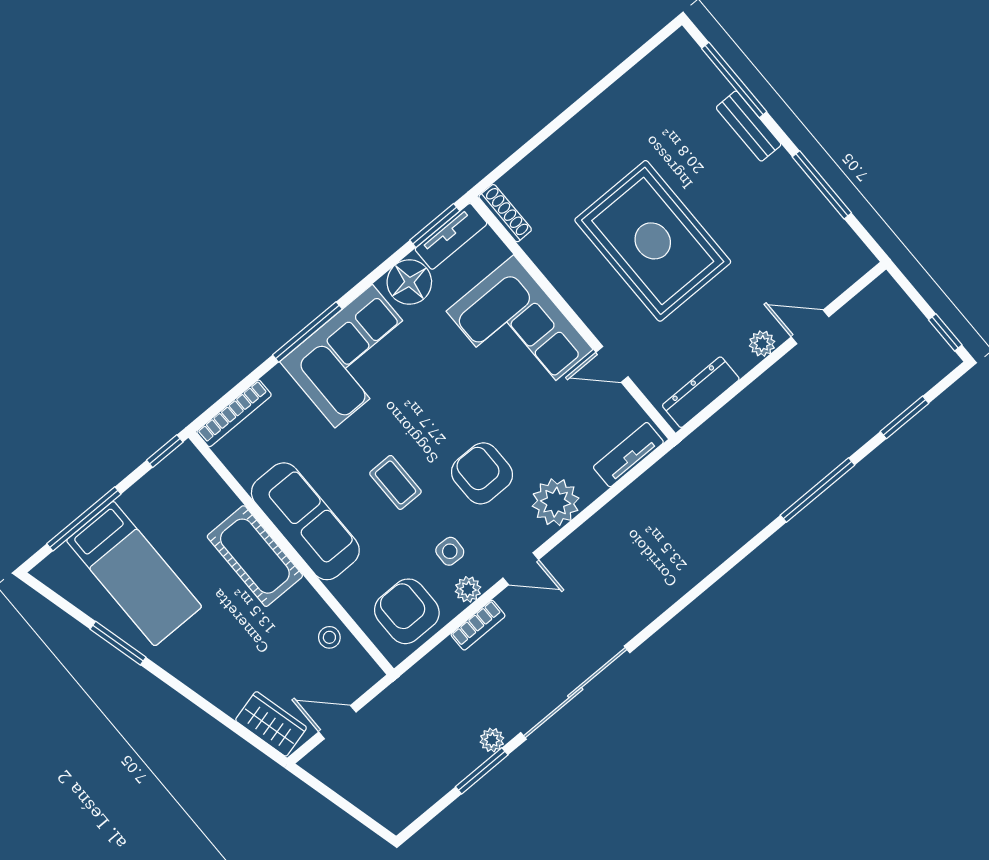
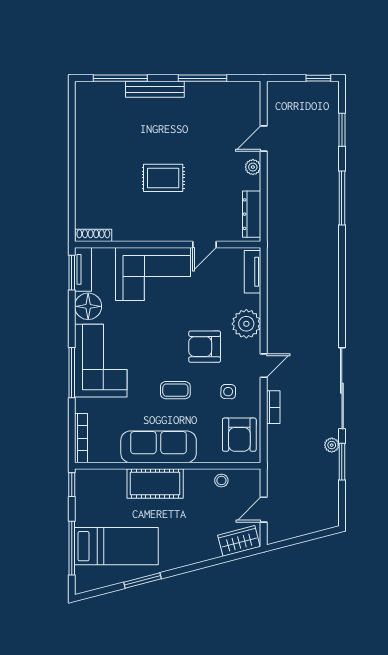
bench: (749, 126) -> (155, 89), width x1.36
rug: (653, 241) -> (163, 178), width x0.54, depth x0.49
plant: (468, 589) -> (253, 398), removed
armchair: (407, 611) -> (239, 435), turned -90

